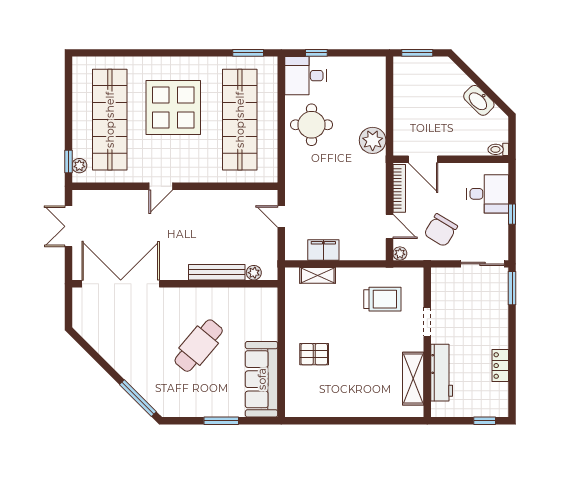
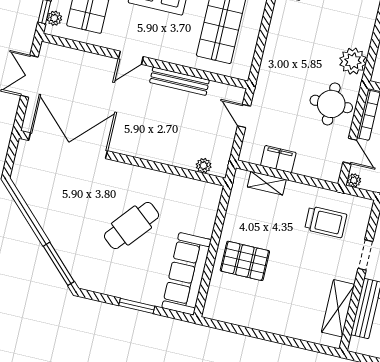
round table: (312, 125) -> (331, 104), moved
bench: (217, 272) -> (179, 81), moved
pallet: (314, 354) -> (245, 261), width x1.50, depth x1.42

